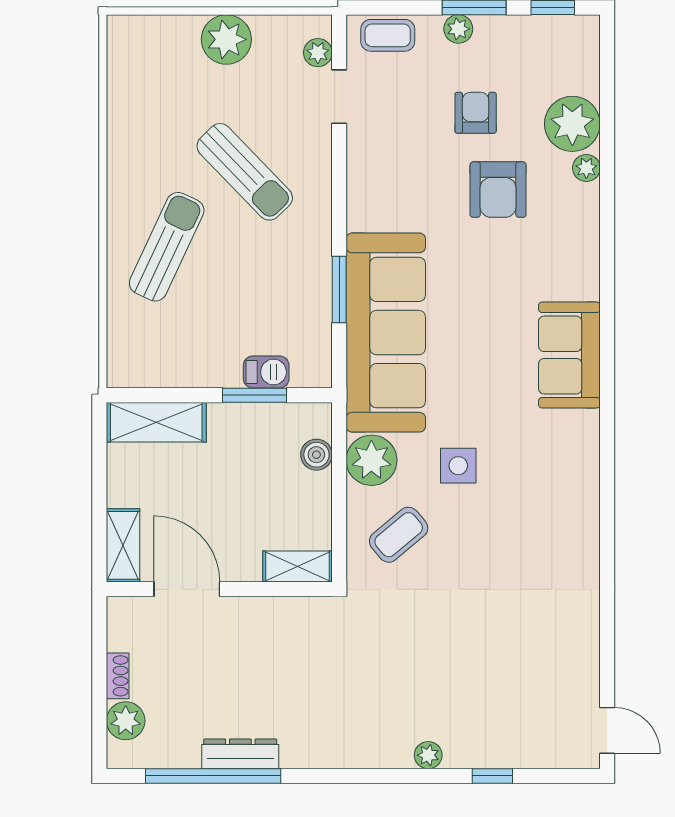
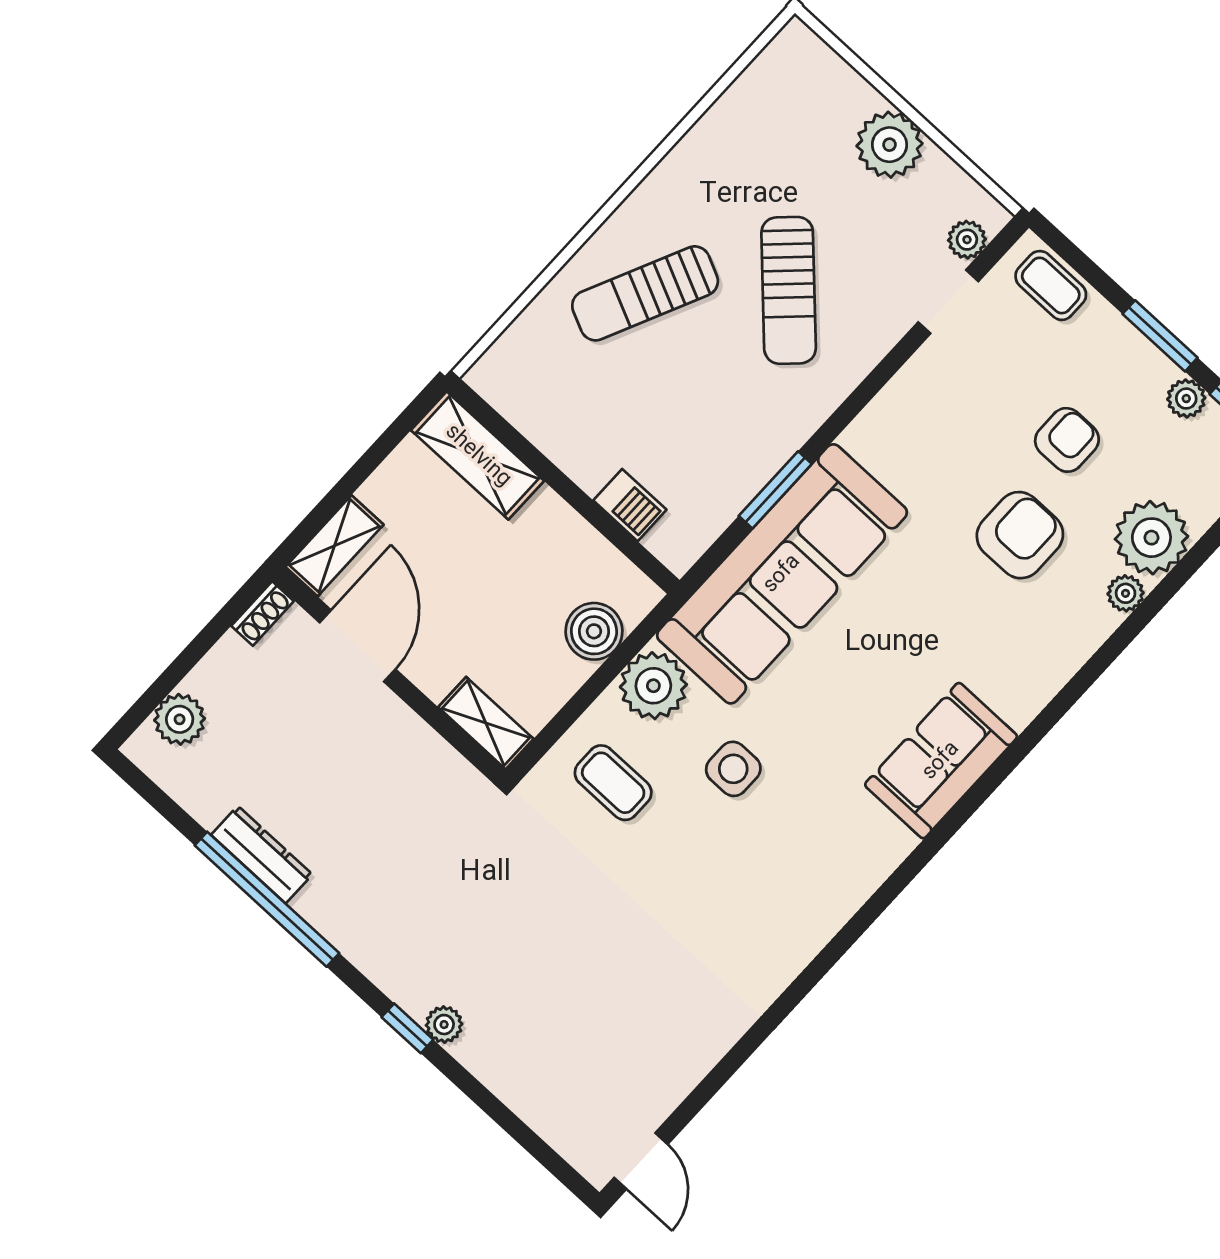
plant: (458, 29) -> (1186, 399), moved
armchair: (498, 190) -> (1020, 535), turned 180
sun lounger: (167, 247) -> (645, 293), turned 180
window: (254, 395) -> (597, 517), removed
boiler: (316, 455) -> (594, 631), width x1.36, depth x1.36
coffee table: (399, 535) -> (613, 783), turned 40
shoe rack: (118, 676) -> (263, 613), moved
window: (213, 776) -> (267, 899), moved
window: (492, 776) -> (407, 1028), moved

